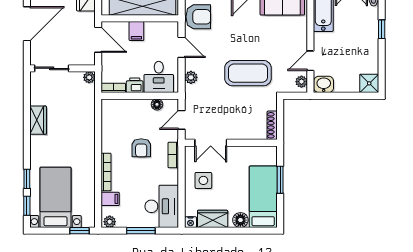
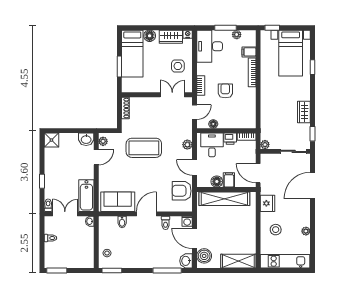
floor lamp: (152, 29) -> (217, 182), added
window: (27, 206) -> (312, 134), moved
plant: (110, 222) -> (237, 35), moved

